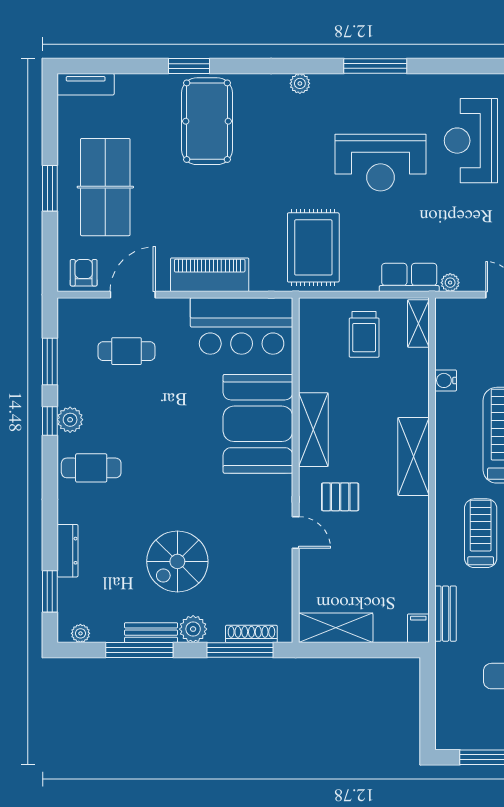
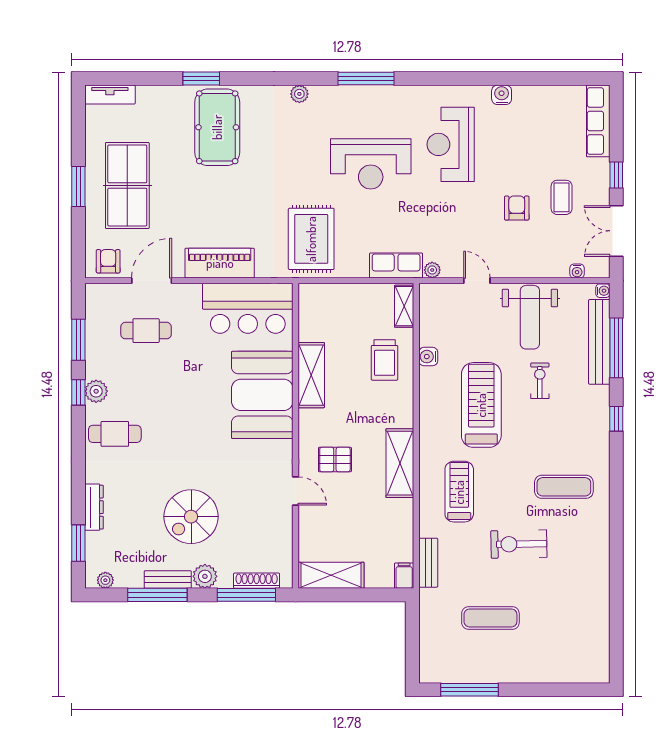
trolley: (364, 334) -> (385, 360), moved
shelving: (313, 430) -> (311, 375), moved
shelving: (414, 457) -> (400, 463), moved

